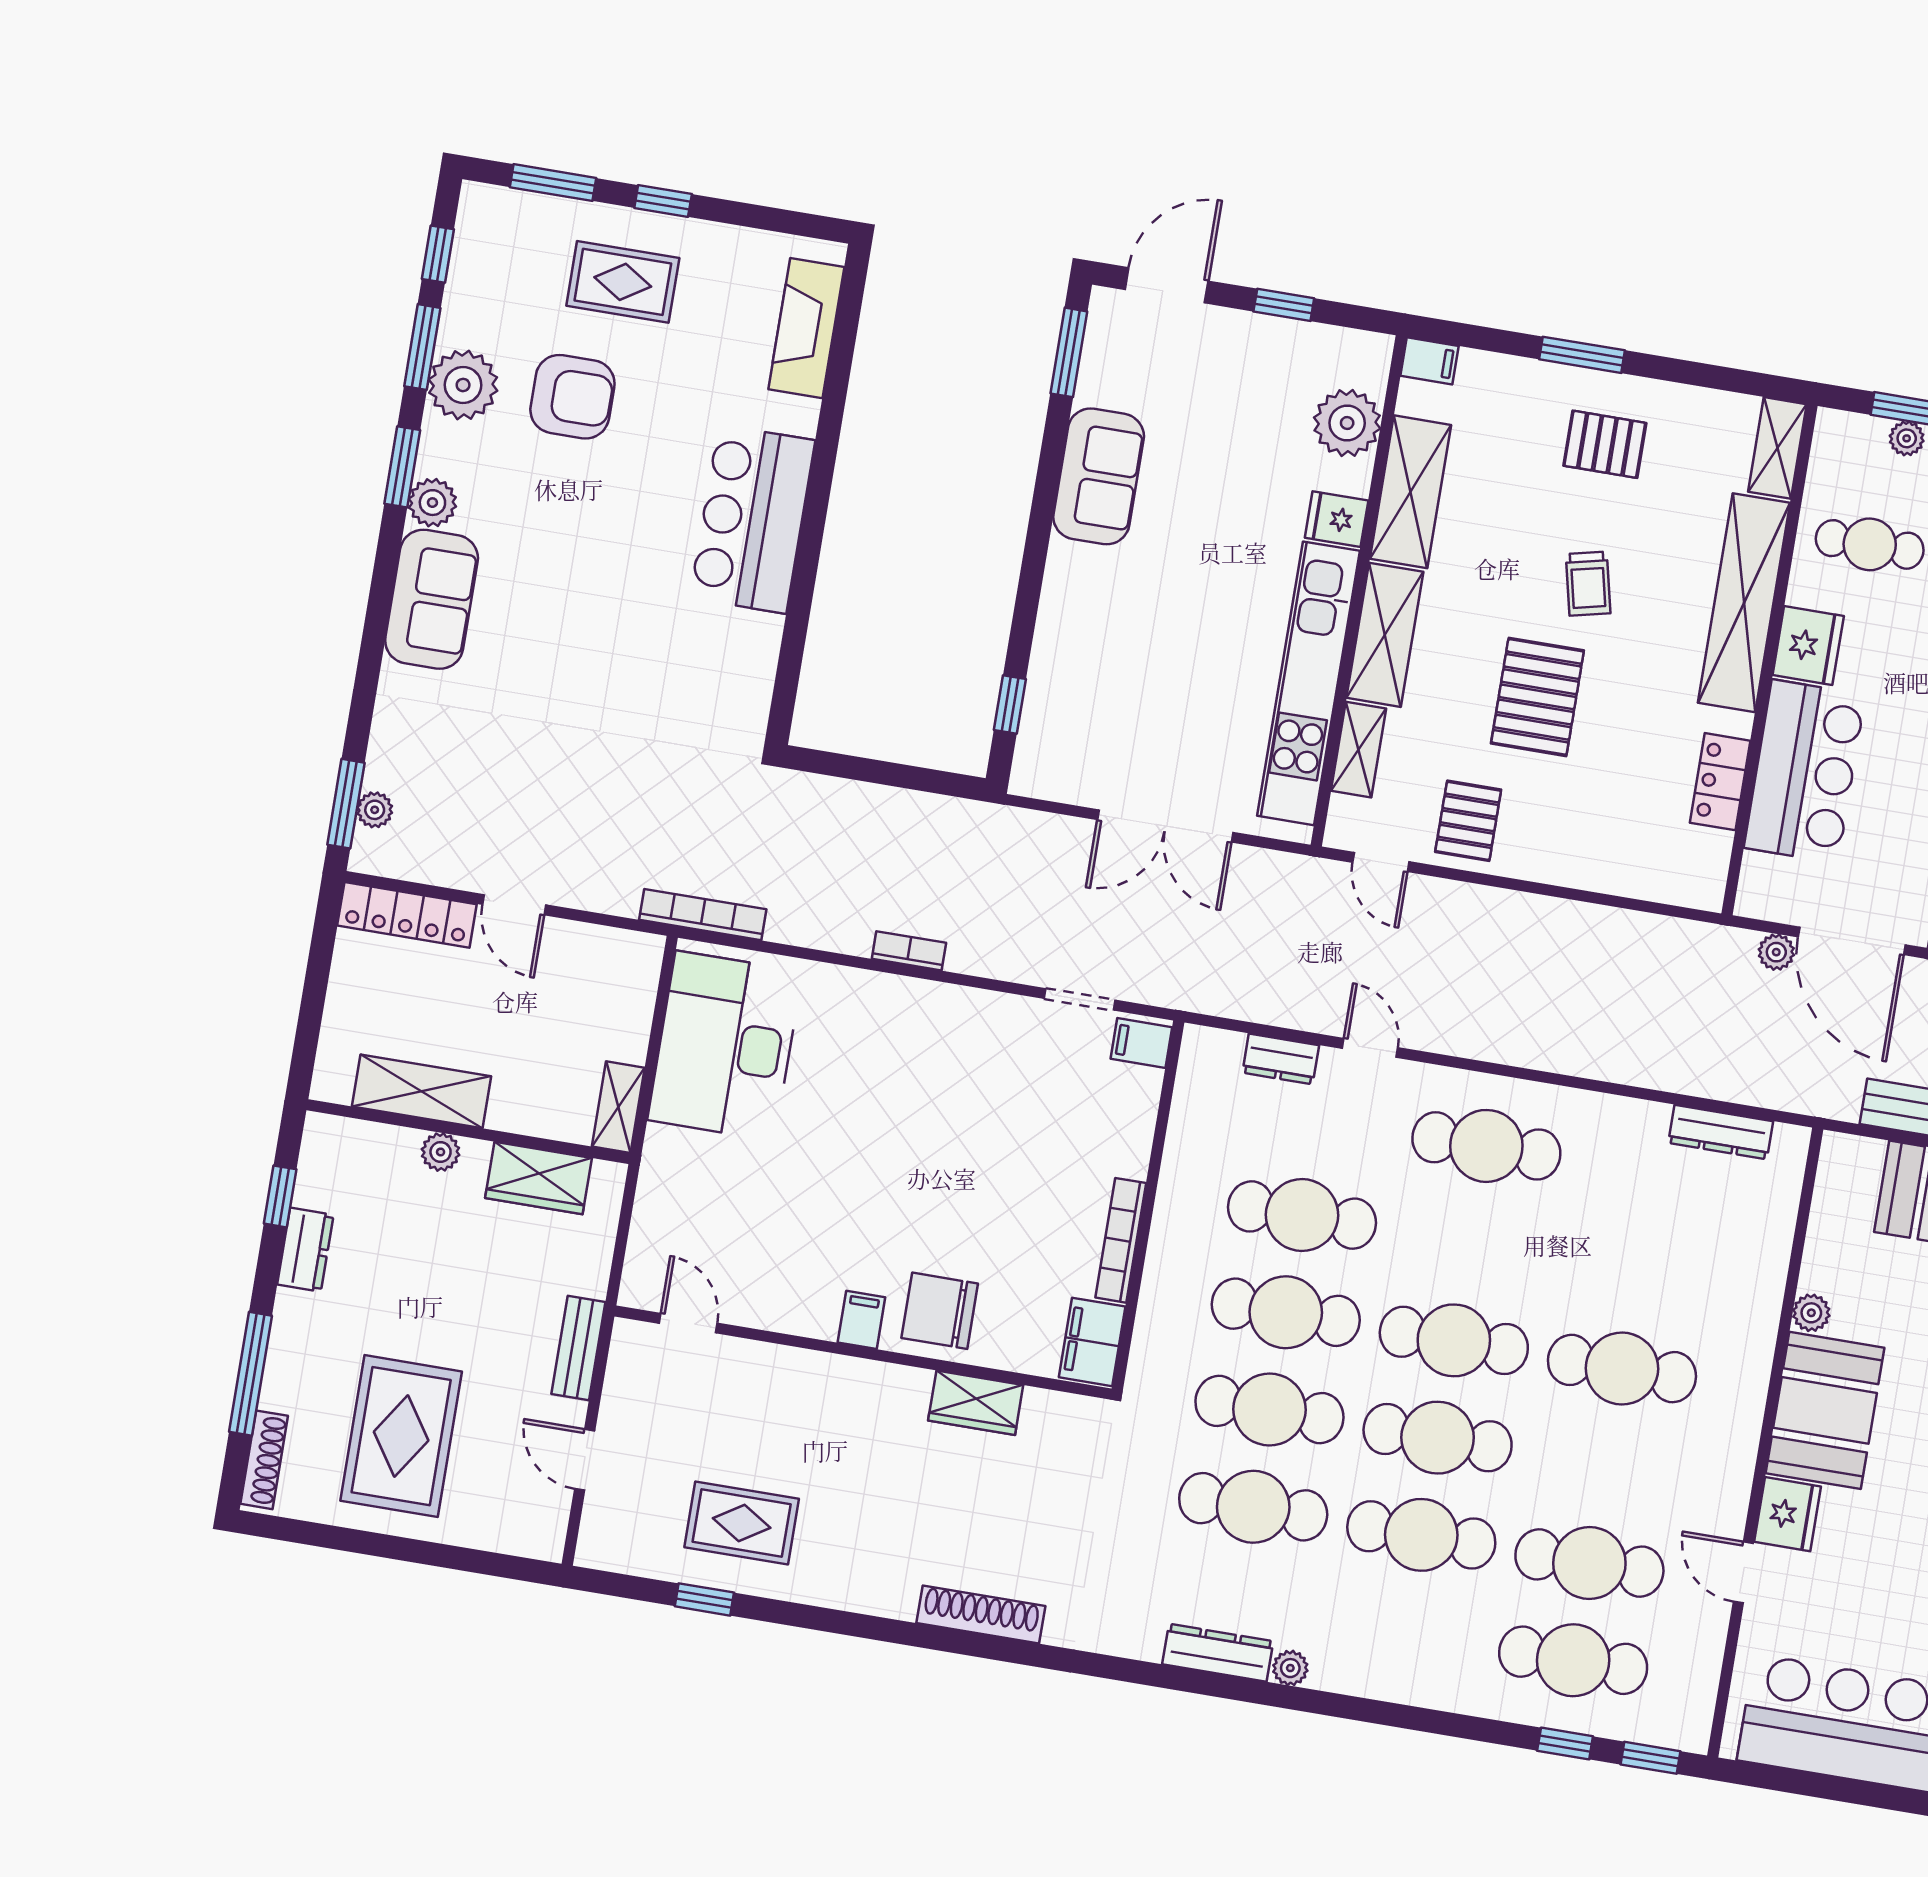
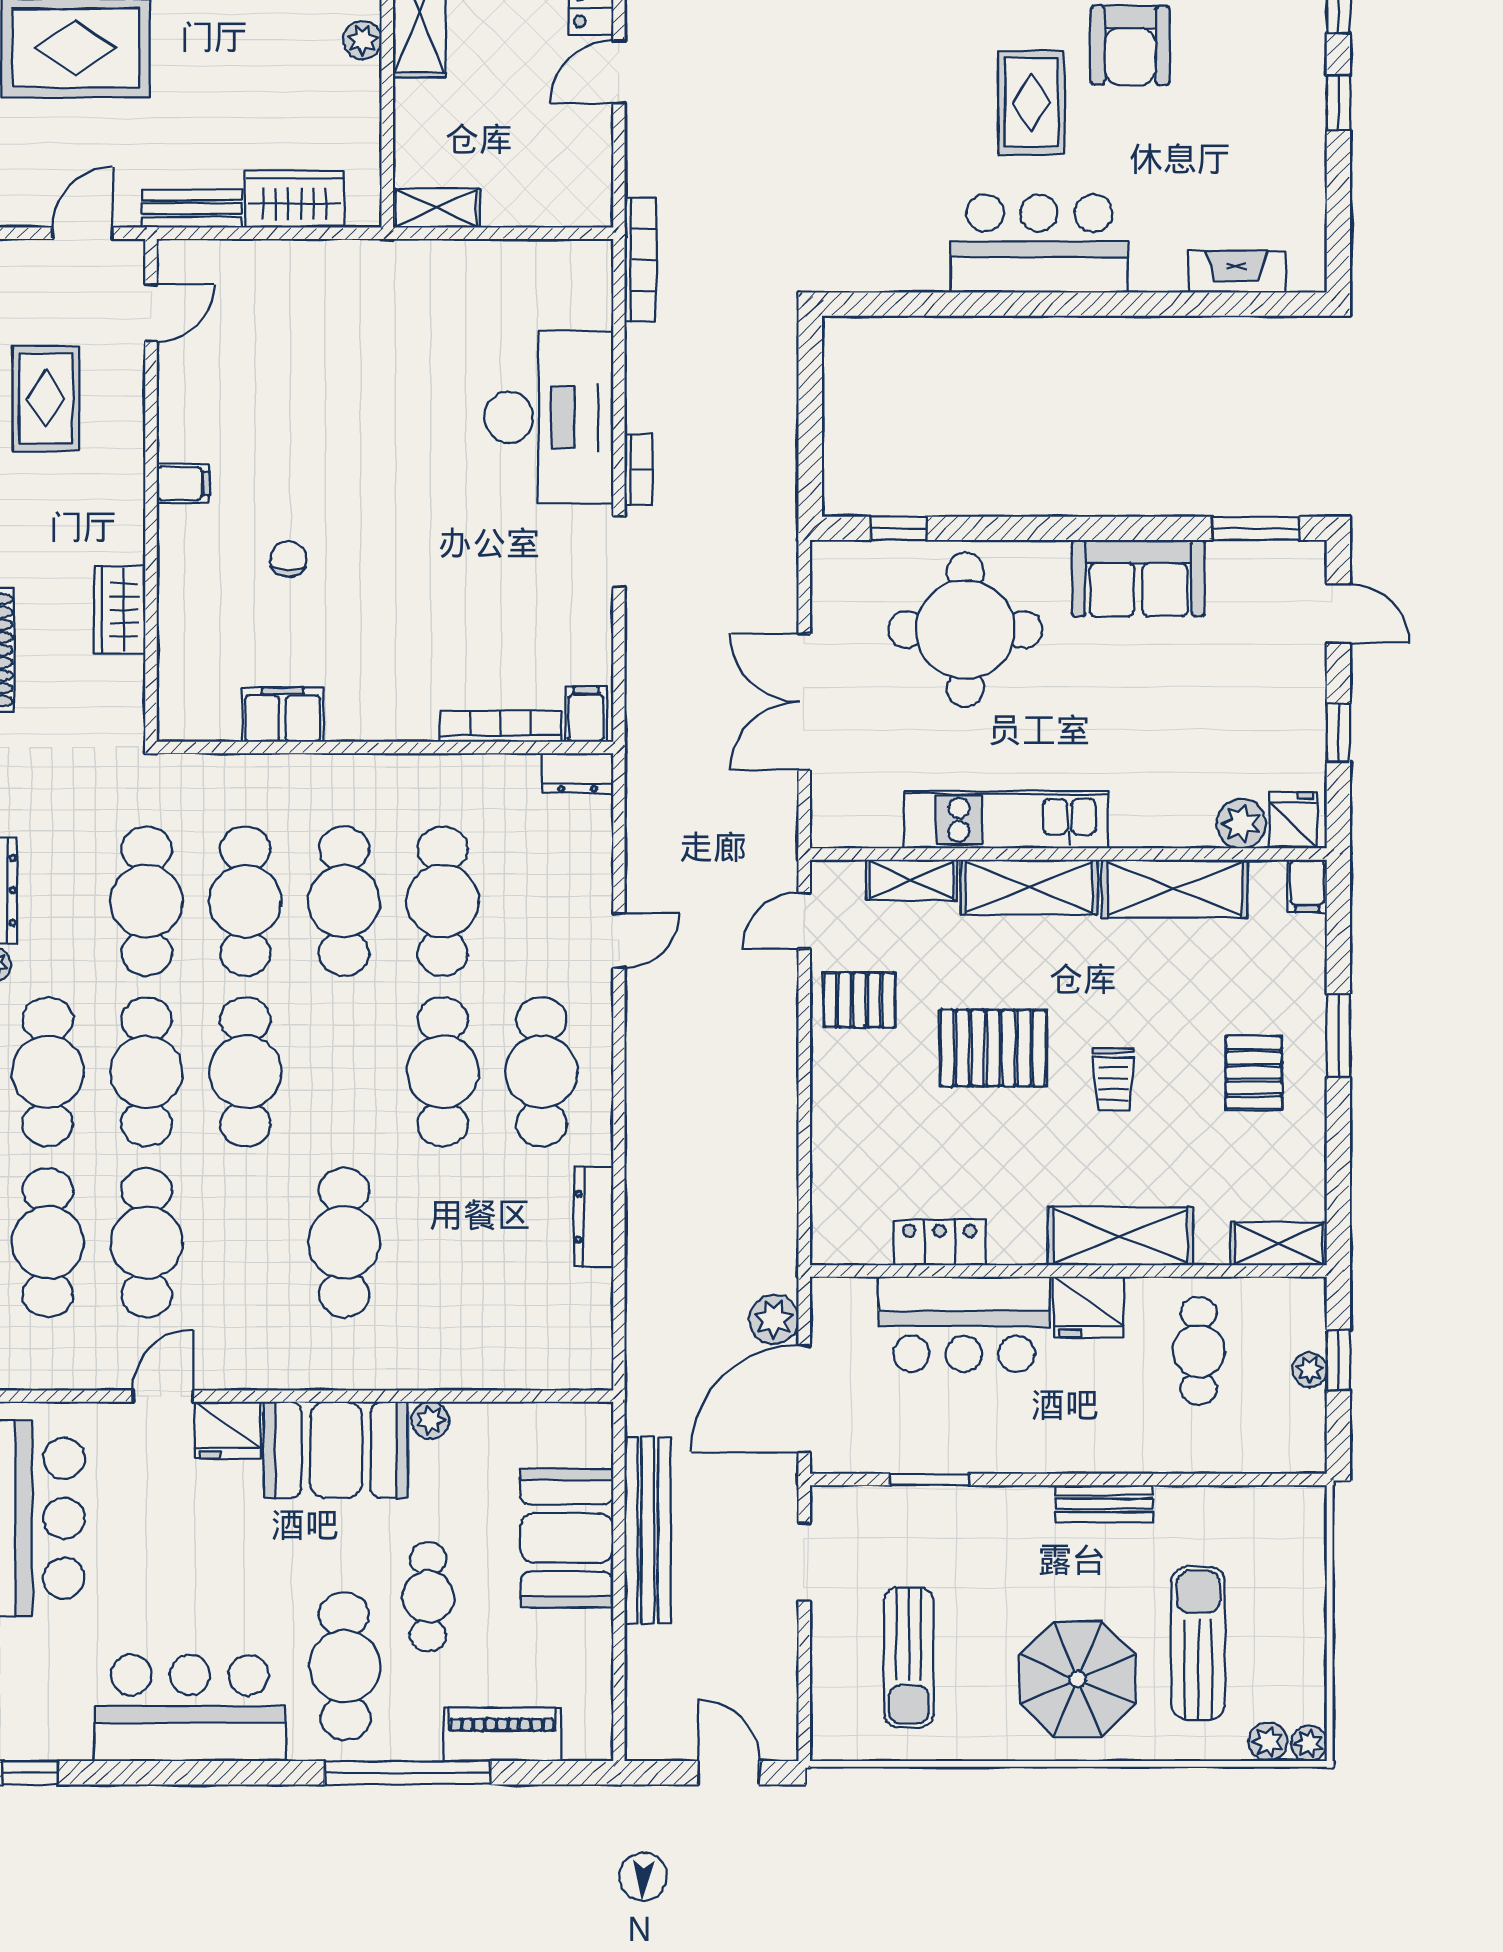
rug: (623, 282) -> (1031, 103), moved
door: (1167, 285) -> (1338, 614), width x0.73
fireplace: (806, 328) -> (1237, 272), width x0.73, depth x0.76
plant: (1347, 423) -> (1241, 824), width x0.73, depth x0.73
fridge: (1337, 519) -> (1293, 820), moved
trolley: (1588, 584) -> (1113, 1079), turned -77
shelving: (1744, 603) -> (1120, 1236), width x0.68
round table: (1121, 655) -> (965, 630), added
kitchen unit: (1308, 683) -> (1006, 820), width x0.73
plant: (1776, 952) -> (774, 1319), width x1.38, depth x1.38
doorway: (1080, 999) -> (619, 552), moved
desk: (725, 1046) -> (549, 417), moved, turned 90
dresser: (1281, 1059) -> (578, 773), moved, turned -90
dresser: (1721, 1132) -> (594, 1217), moved
wardrobe: (538, 1178) -> (295, 199), moved, turned 90
bookcase: (1121, 1240) -> (501, 726), moved
chair: (940, 1311) -> (288, 559), width x0.54, depth x0.54
filing cabinet: (861, 1320) -> (183, 483), moved
door: (688, 1323) -> (151, 313), moved
cafe table: (1454, 1340) -> (443, 1072), moved
wall: (863, 1352) -> (151, 490), moved
wardrobe: (976, 1403) -> (120, 610), moved
cafe table: (1405, 1632) -> (48, 1072), added

